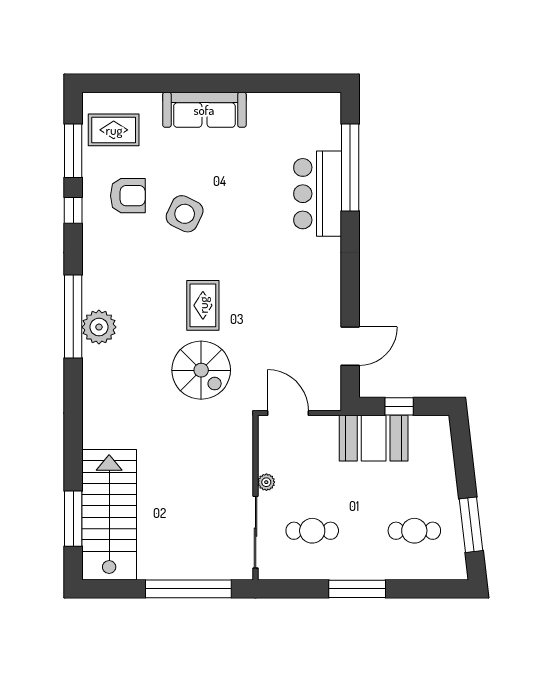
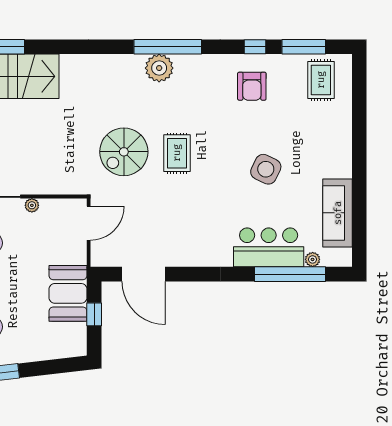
sofa: (204, 110) -> (338, 213), moved
plant: (332, 140) -> (313, 259), added
armchair: (128, 196) -> (252, 86), moved
side table: (185, 214) -> (266, 169), moved
rug: (203, 305) -> (177, 153), turned 90
door: (350, 346) -> (143, 274), width x1.36

